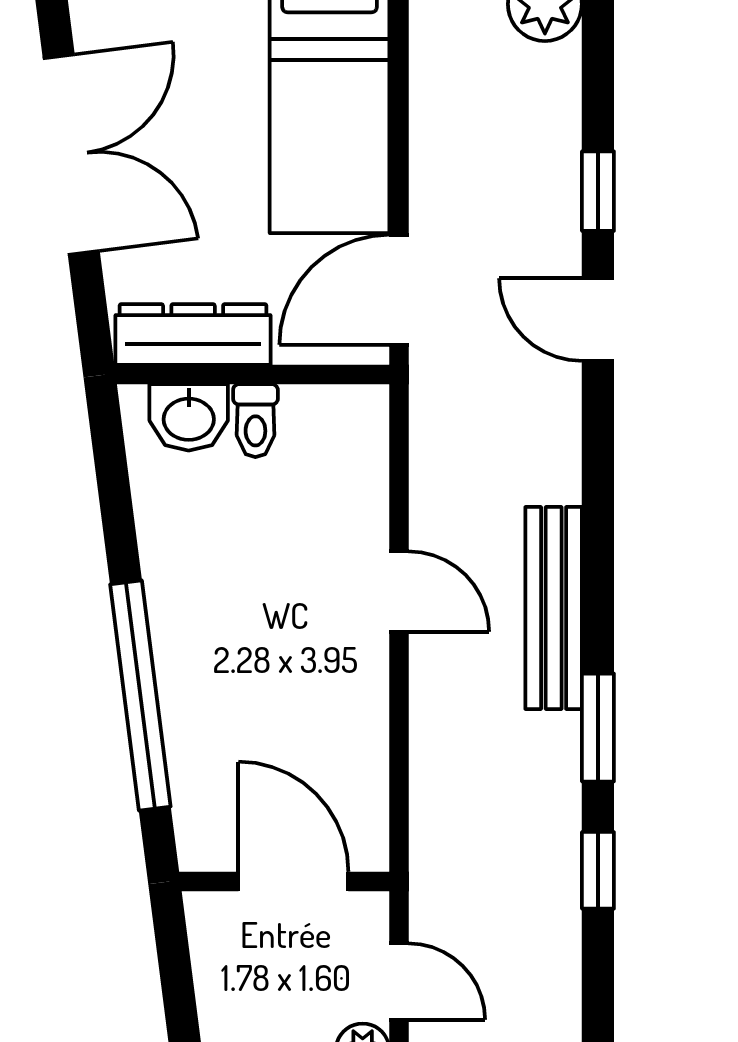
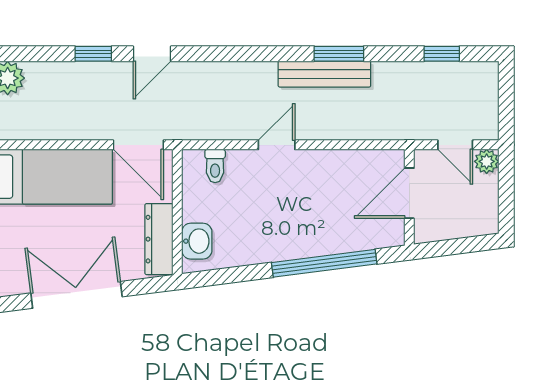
toilet: (255, 421) -> (215, 166), moved, turned 90
bench: (554, 608) -> (324, 74), moved
window: (598, 870) -> (442, 54), moved
door: (399, 982) -> (455, 145), swing flipped

